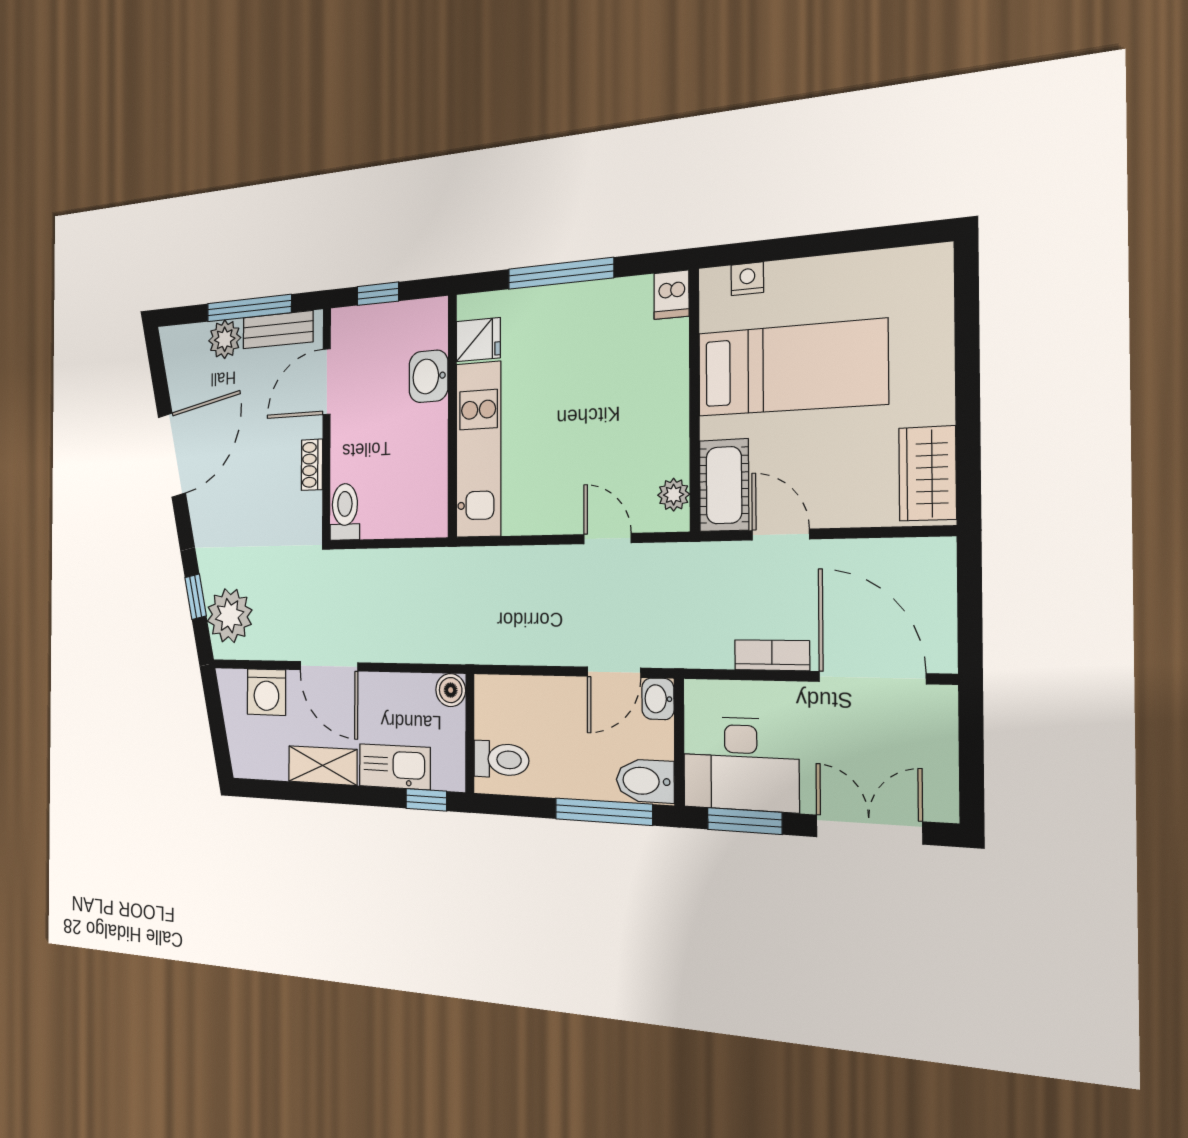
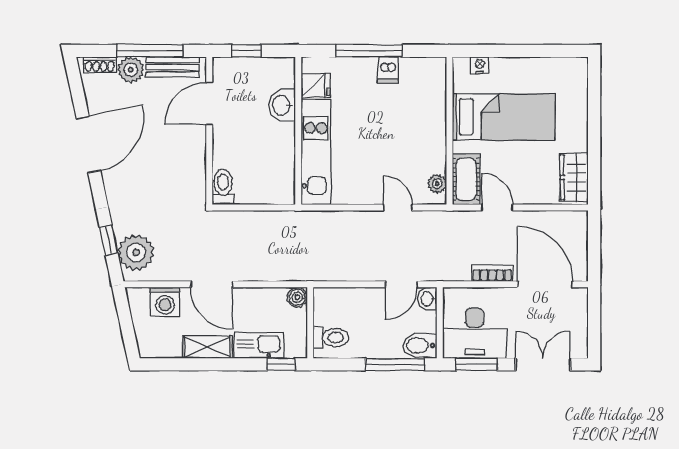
dishwasher: (671, 295) -> (388, 70), moved
shoe rack: (312, 465) -> (100, 65), moved, turned -90

